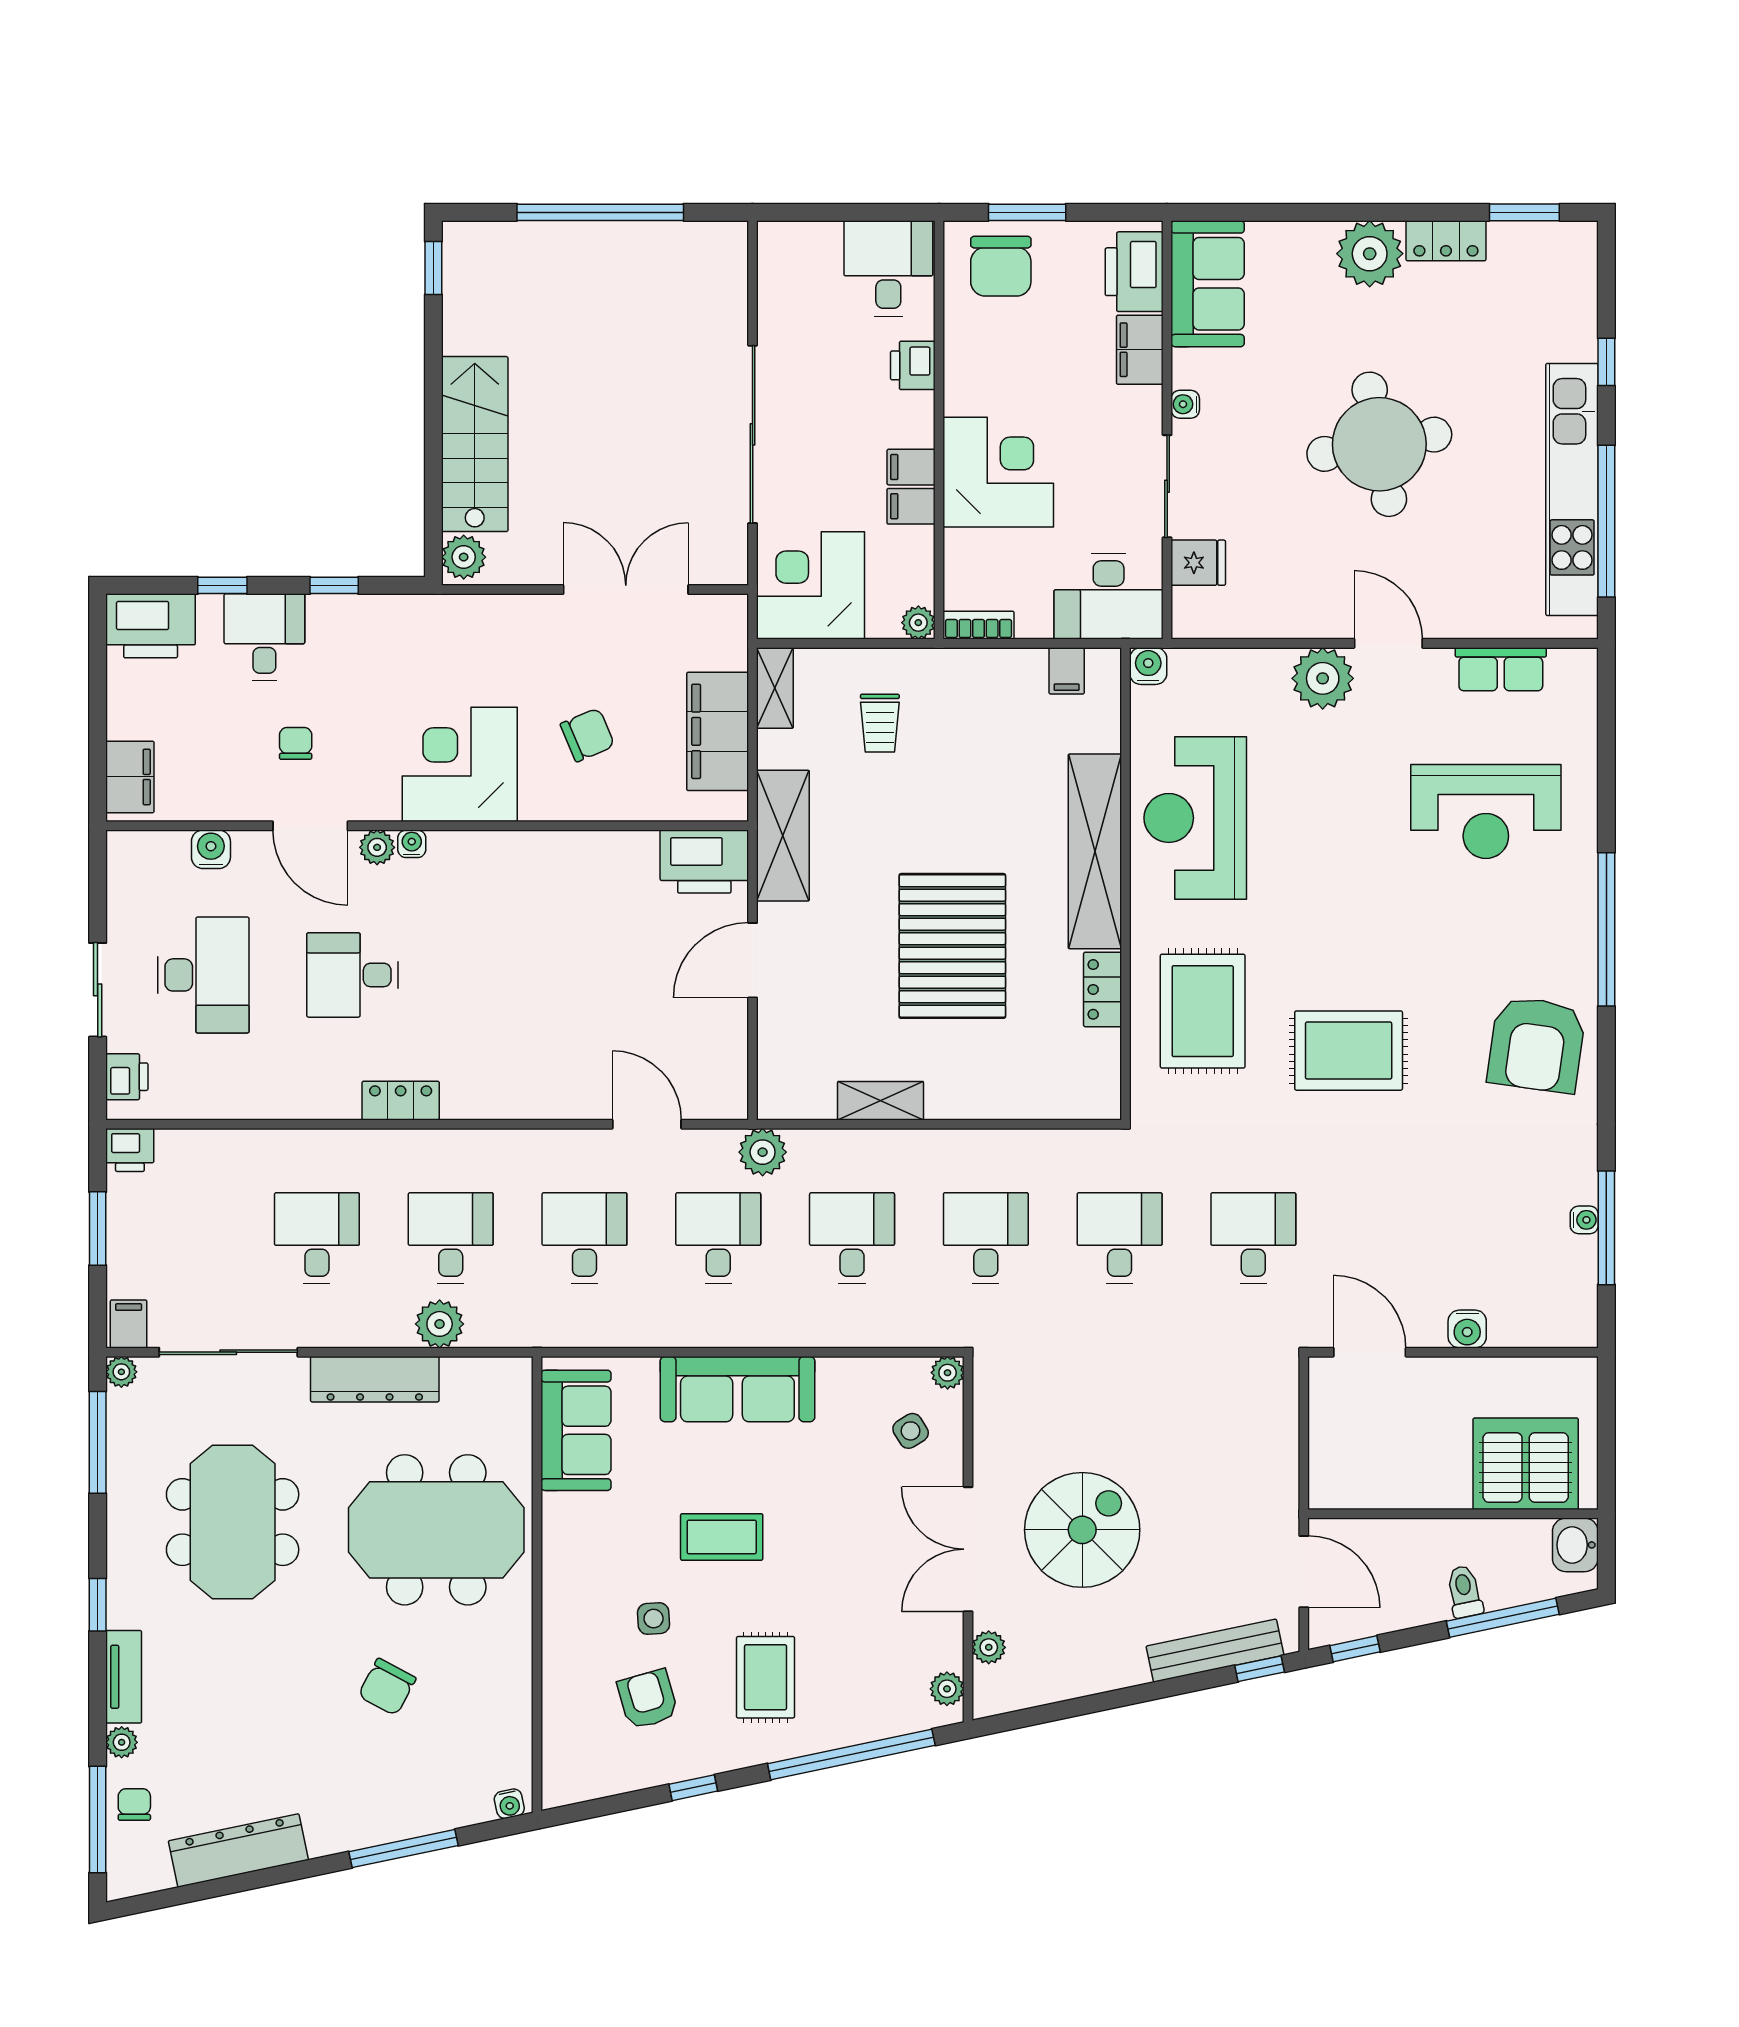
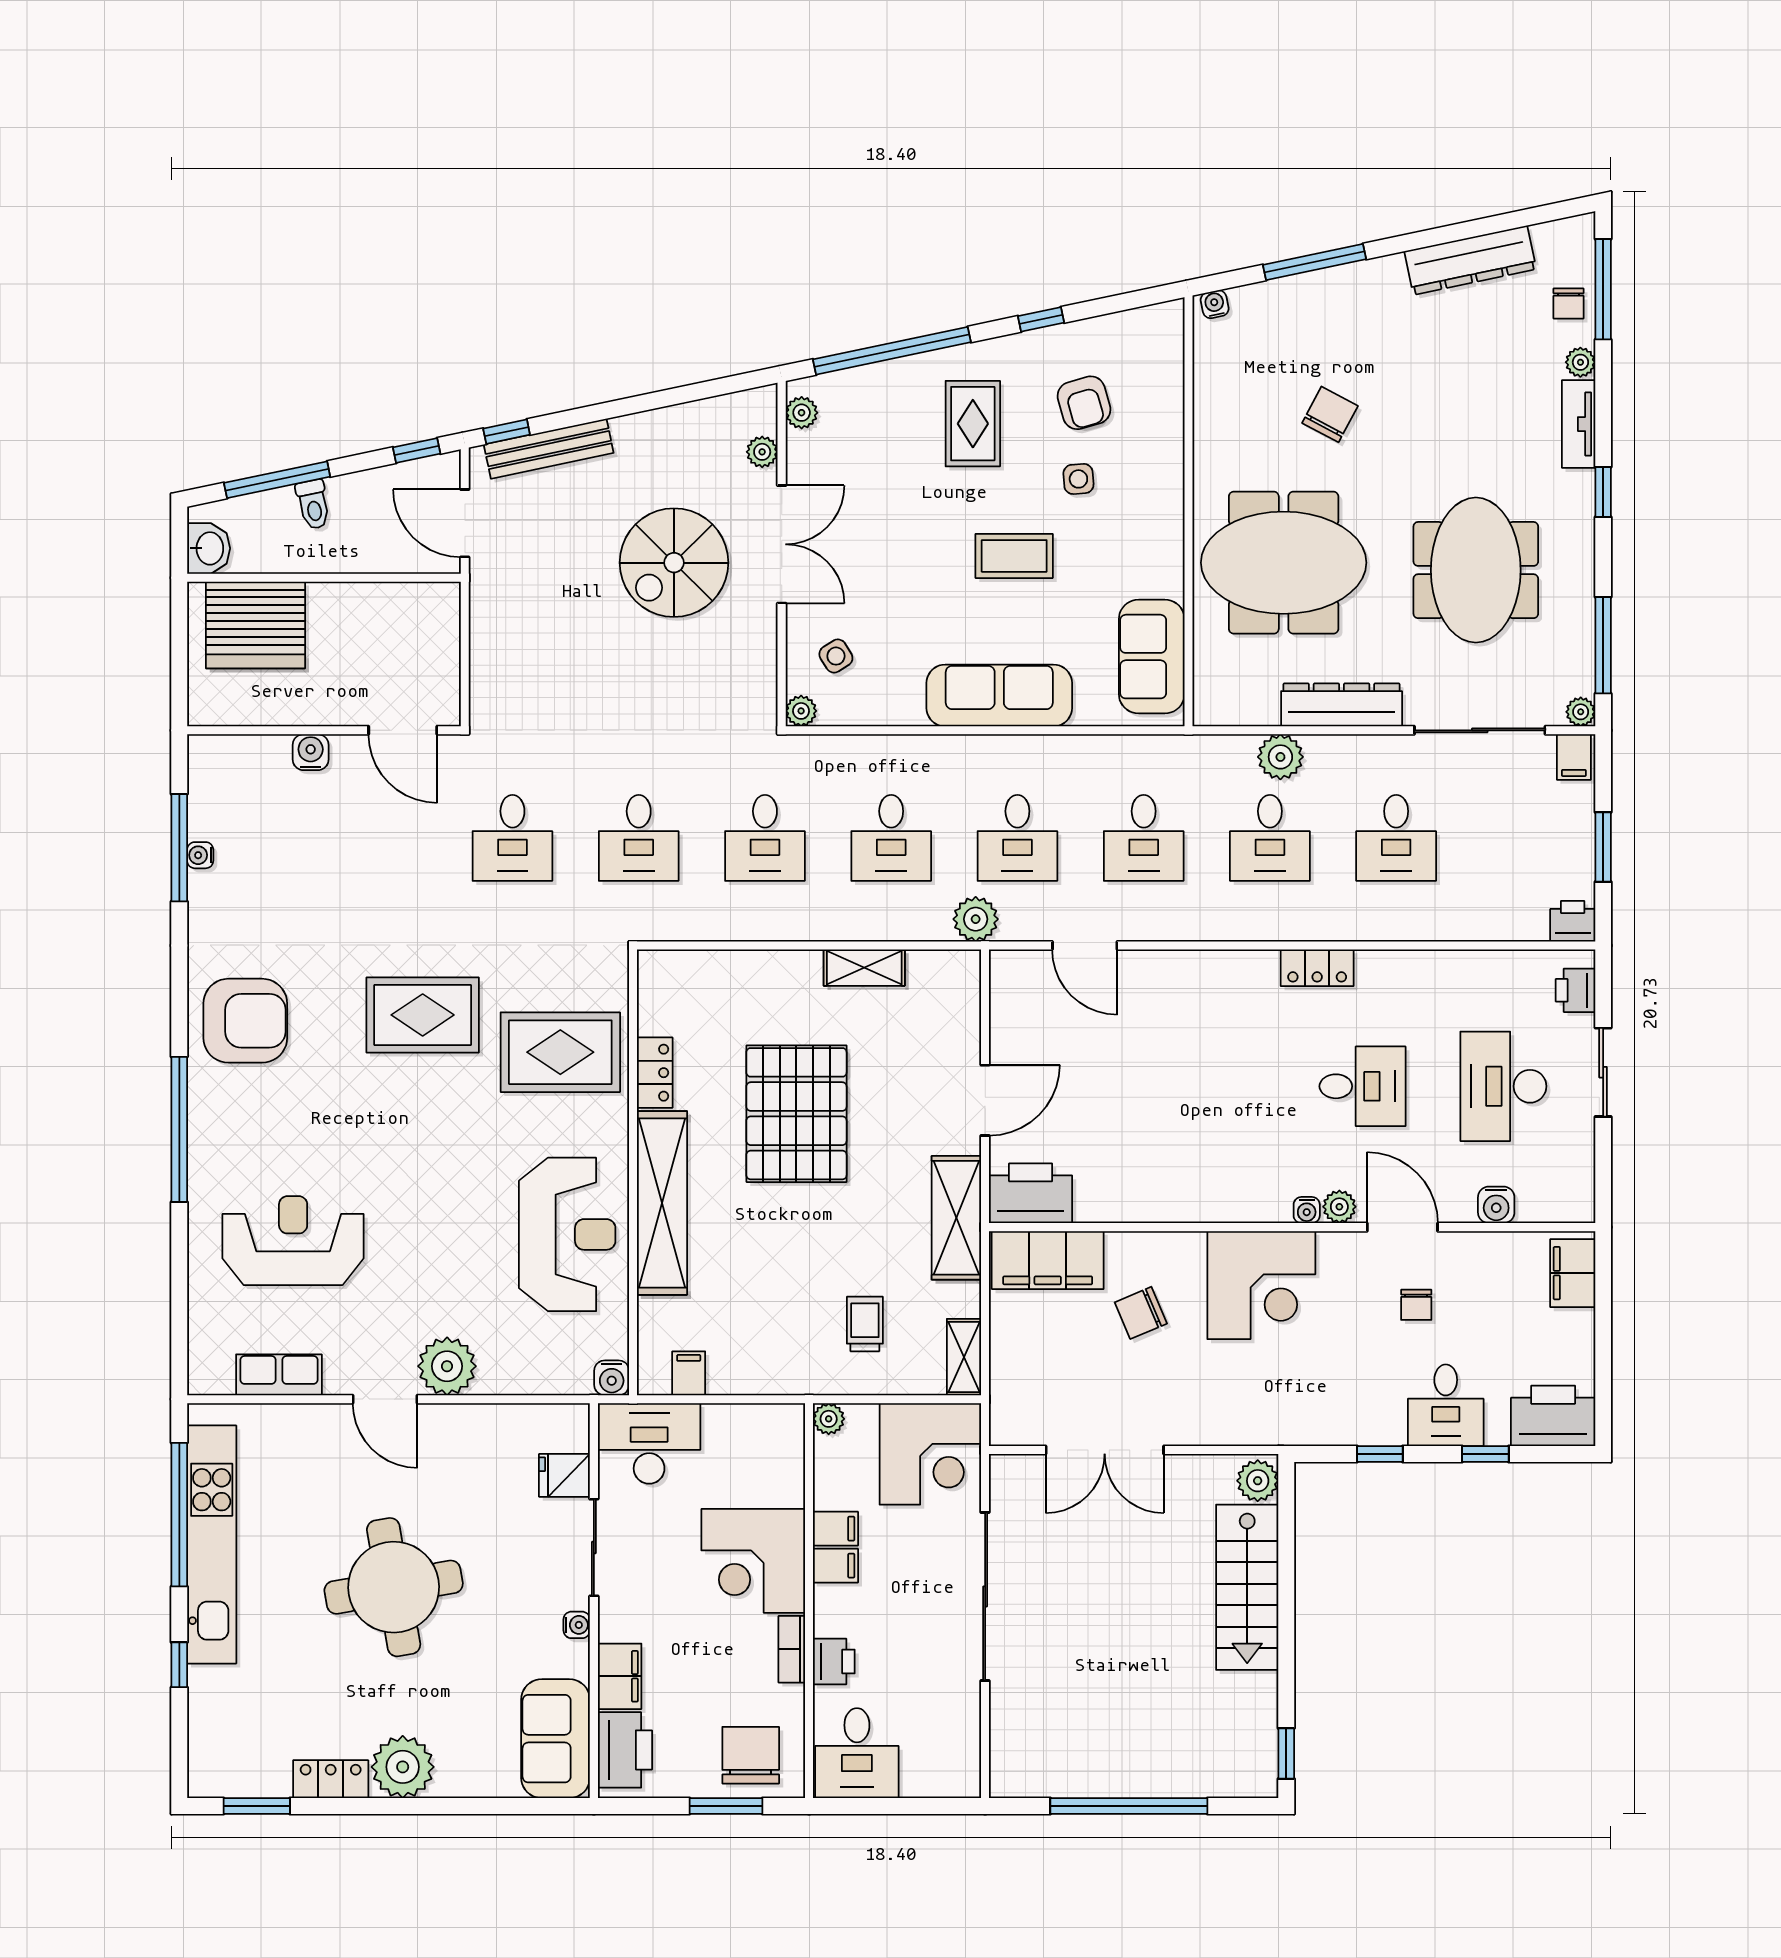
bookcase: (979, 625) -> (792, 1649), moved, turned 90
filing cabinet: (718, 731) -> (1048, 1260), moved, turned 90
rug: (1203, 1011) -> (560, 1052), turned 90
armchair: (1536, 1044) -> (245, 1021), turned 82

